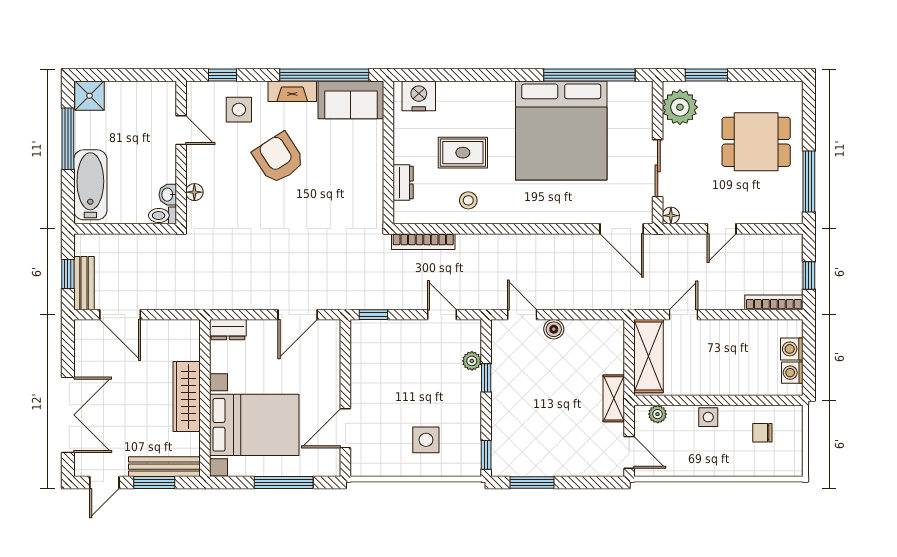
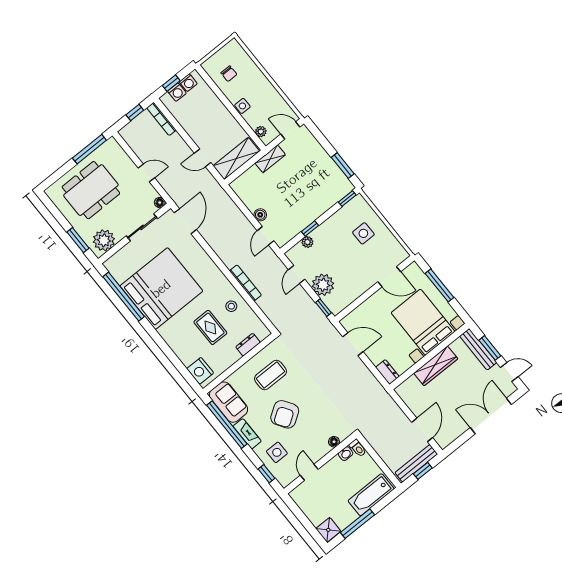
dining table: (756, 142) -> (91, 190), width x1.38
coffee table: (342, 180) -> (271, 375), added
bookcase: (423, 242) -> (245, 283), moved
bench: (84, 283) -> (416, 463), width x1.36
plant: (402, 337) -> (323, 285), added
window: (809, 351) -> (171, 83), added
door: (629, 452) -> (290, 130), hinge flipped

